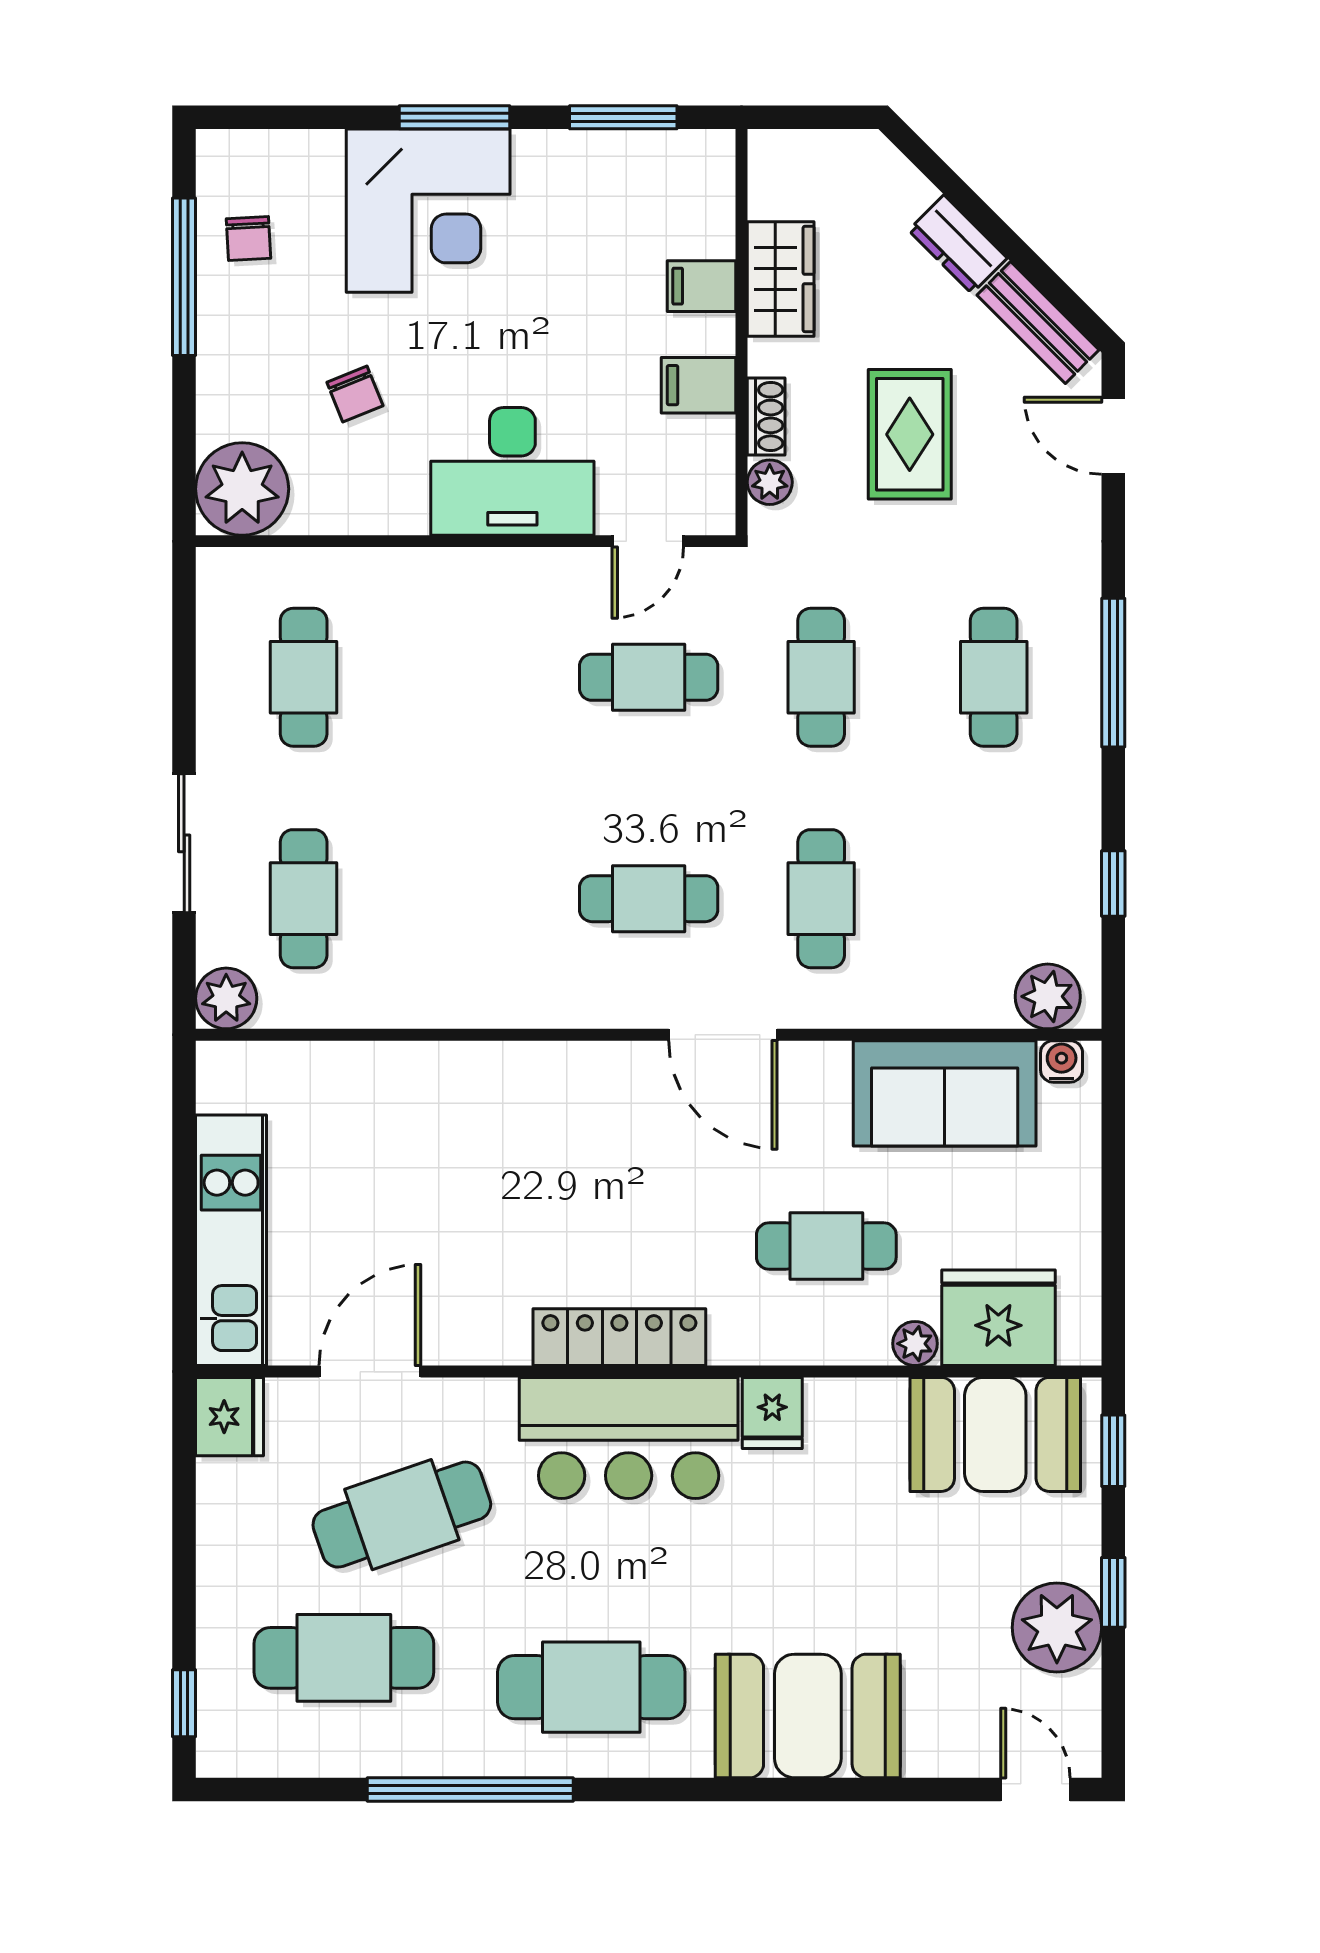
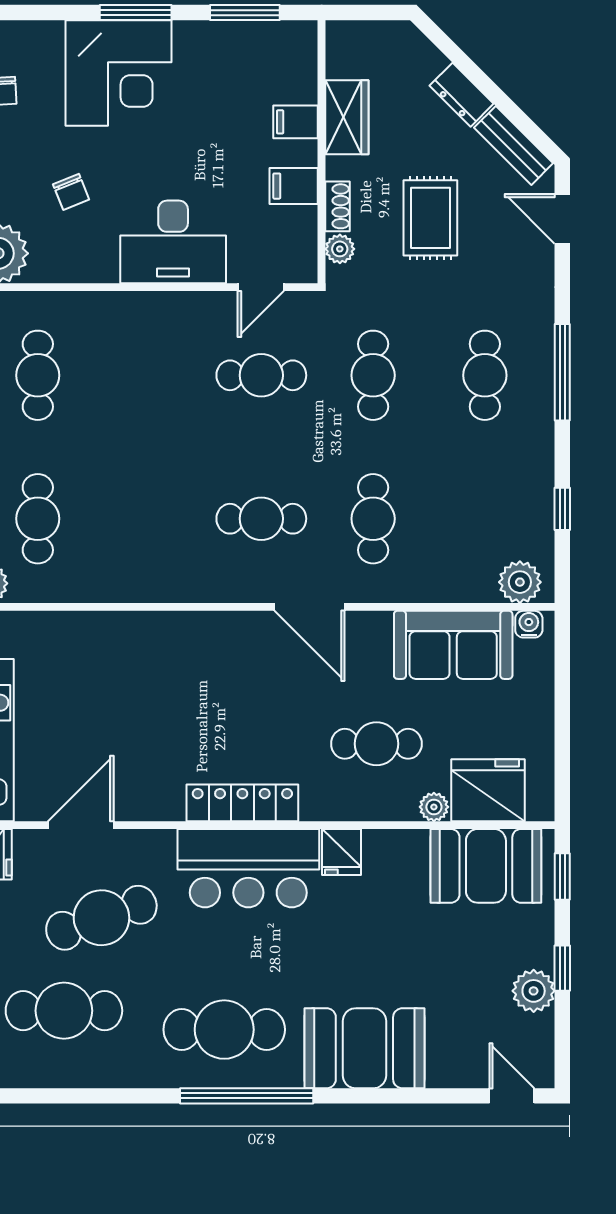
plant: (1057, 1627) -> (534, 991), width x0.73, depth x0.73
window: (470, 1790) -> (247, 1096), moved

